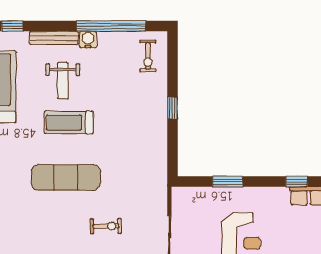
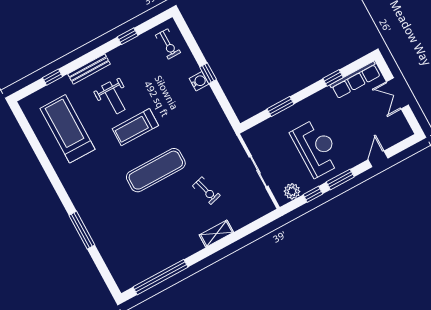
window: (111, 26) -> (128, 36), width x0.32
water cooler: (88, 40) -> (199, 81), moved, turned 90
exercise bike: (106, 226) -> (206, 191), turned 75

